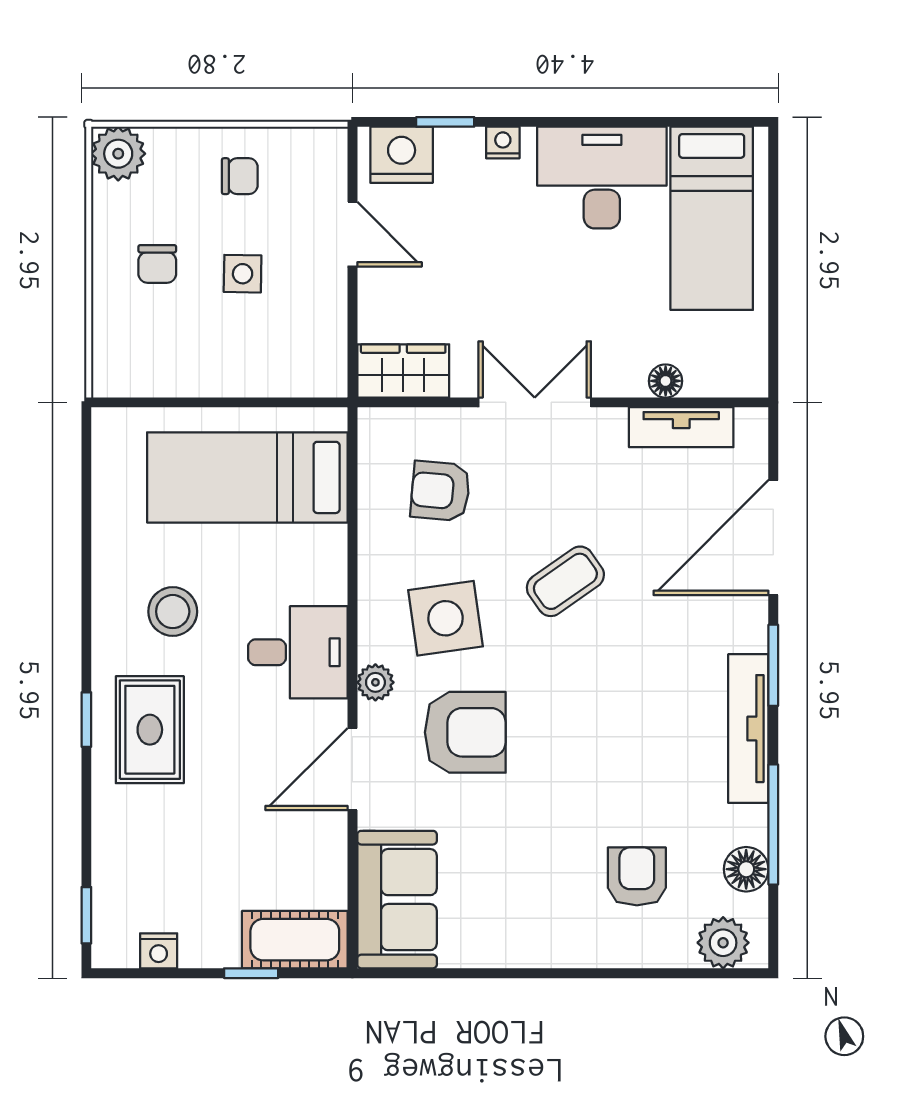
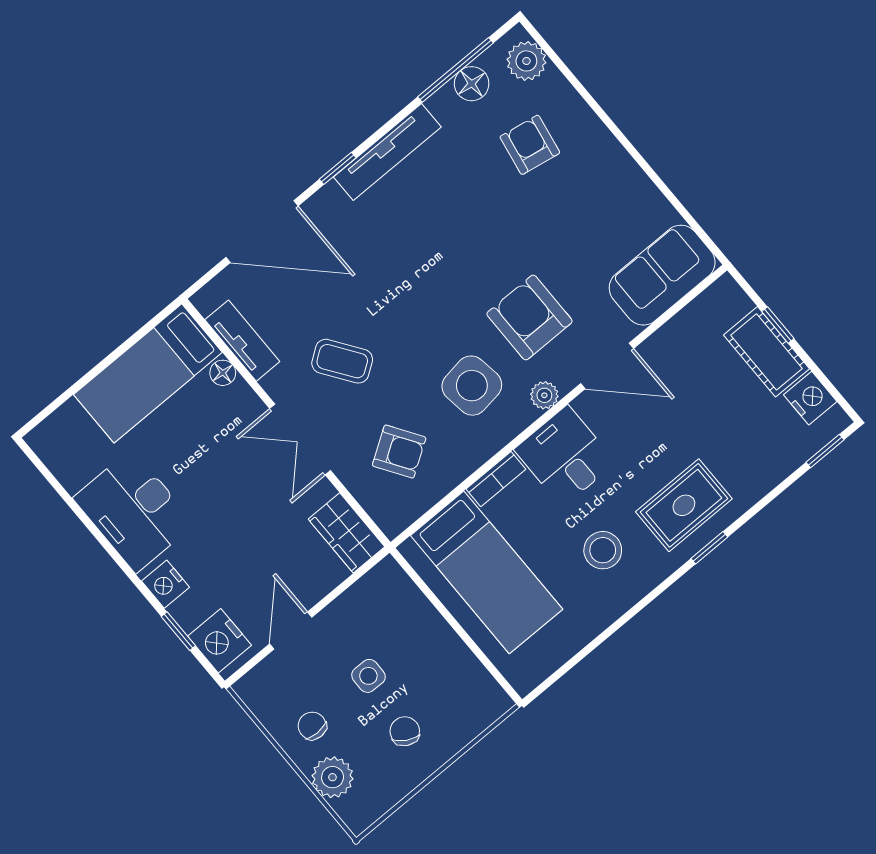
nightstand: (503, 143) -> (165, 584), width x1.39, depth x1.35
plant: (118, 154) -> (333, 777), moved
bed: (712, 218) -> (148, 373), moved, turned 180
chair: (157, 264) -> (405, 731), turned -60
armchair: (440, 491) -> (399, 452), turned -38
bookcase: (332, 564) -> (496, 479), added
coffee table: (565, 581) -> (342, 361), moved
window: (773, 665) -> (338, 168), width x0.67
window: (773, 825) -> (456, 70), moved
armchair: (637, 876) -> (530, 145), turned 100
cot: (295, 940) -> (767, 352), moved
nightstand: (159, 951) -> (810, 398), width x1.39, depth x1.35

